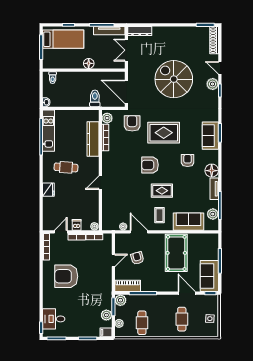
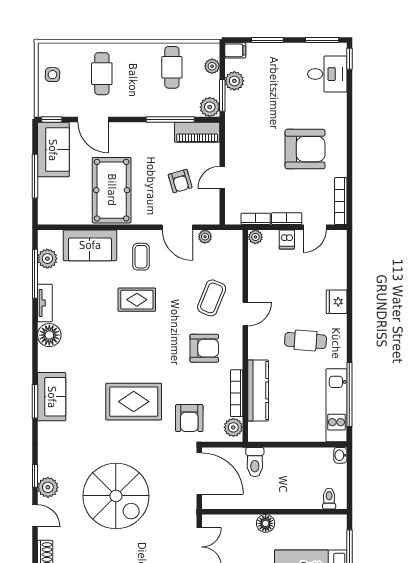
armchair: (188, 161) -> (92, 353), removed
armchair: (150, 165) -> (204, 348), moved
coffee table: (119, 192) -> (212, 298), added

